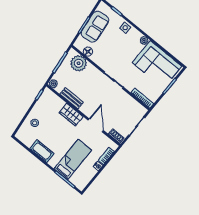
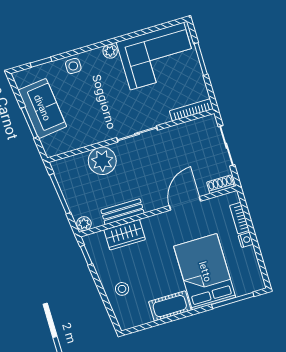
floor lamp: (88, 52) -> (72, 143), removed
plant: (79, 63) -> (102, 161), moved
wardrobe: (71, 115) -> (125, 235), moved
door: (96, 125) -> (185, 203), hinge flipped
bed: (73, 159) -> (205, 272), width x1.50

